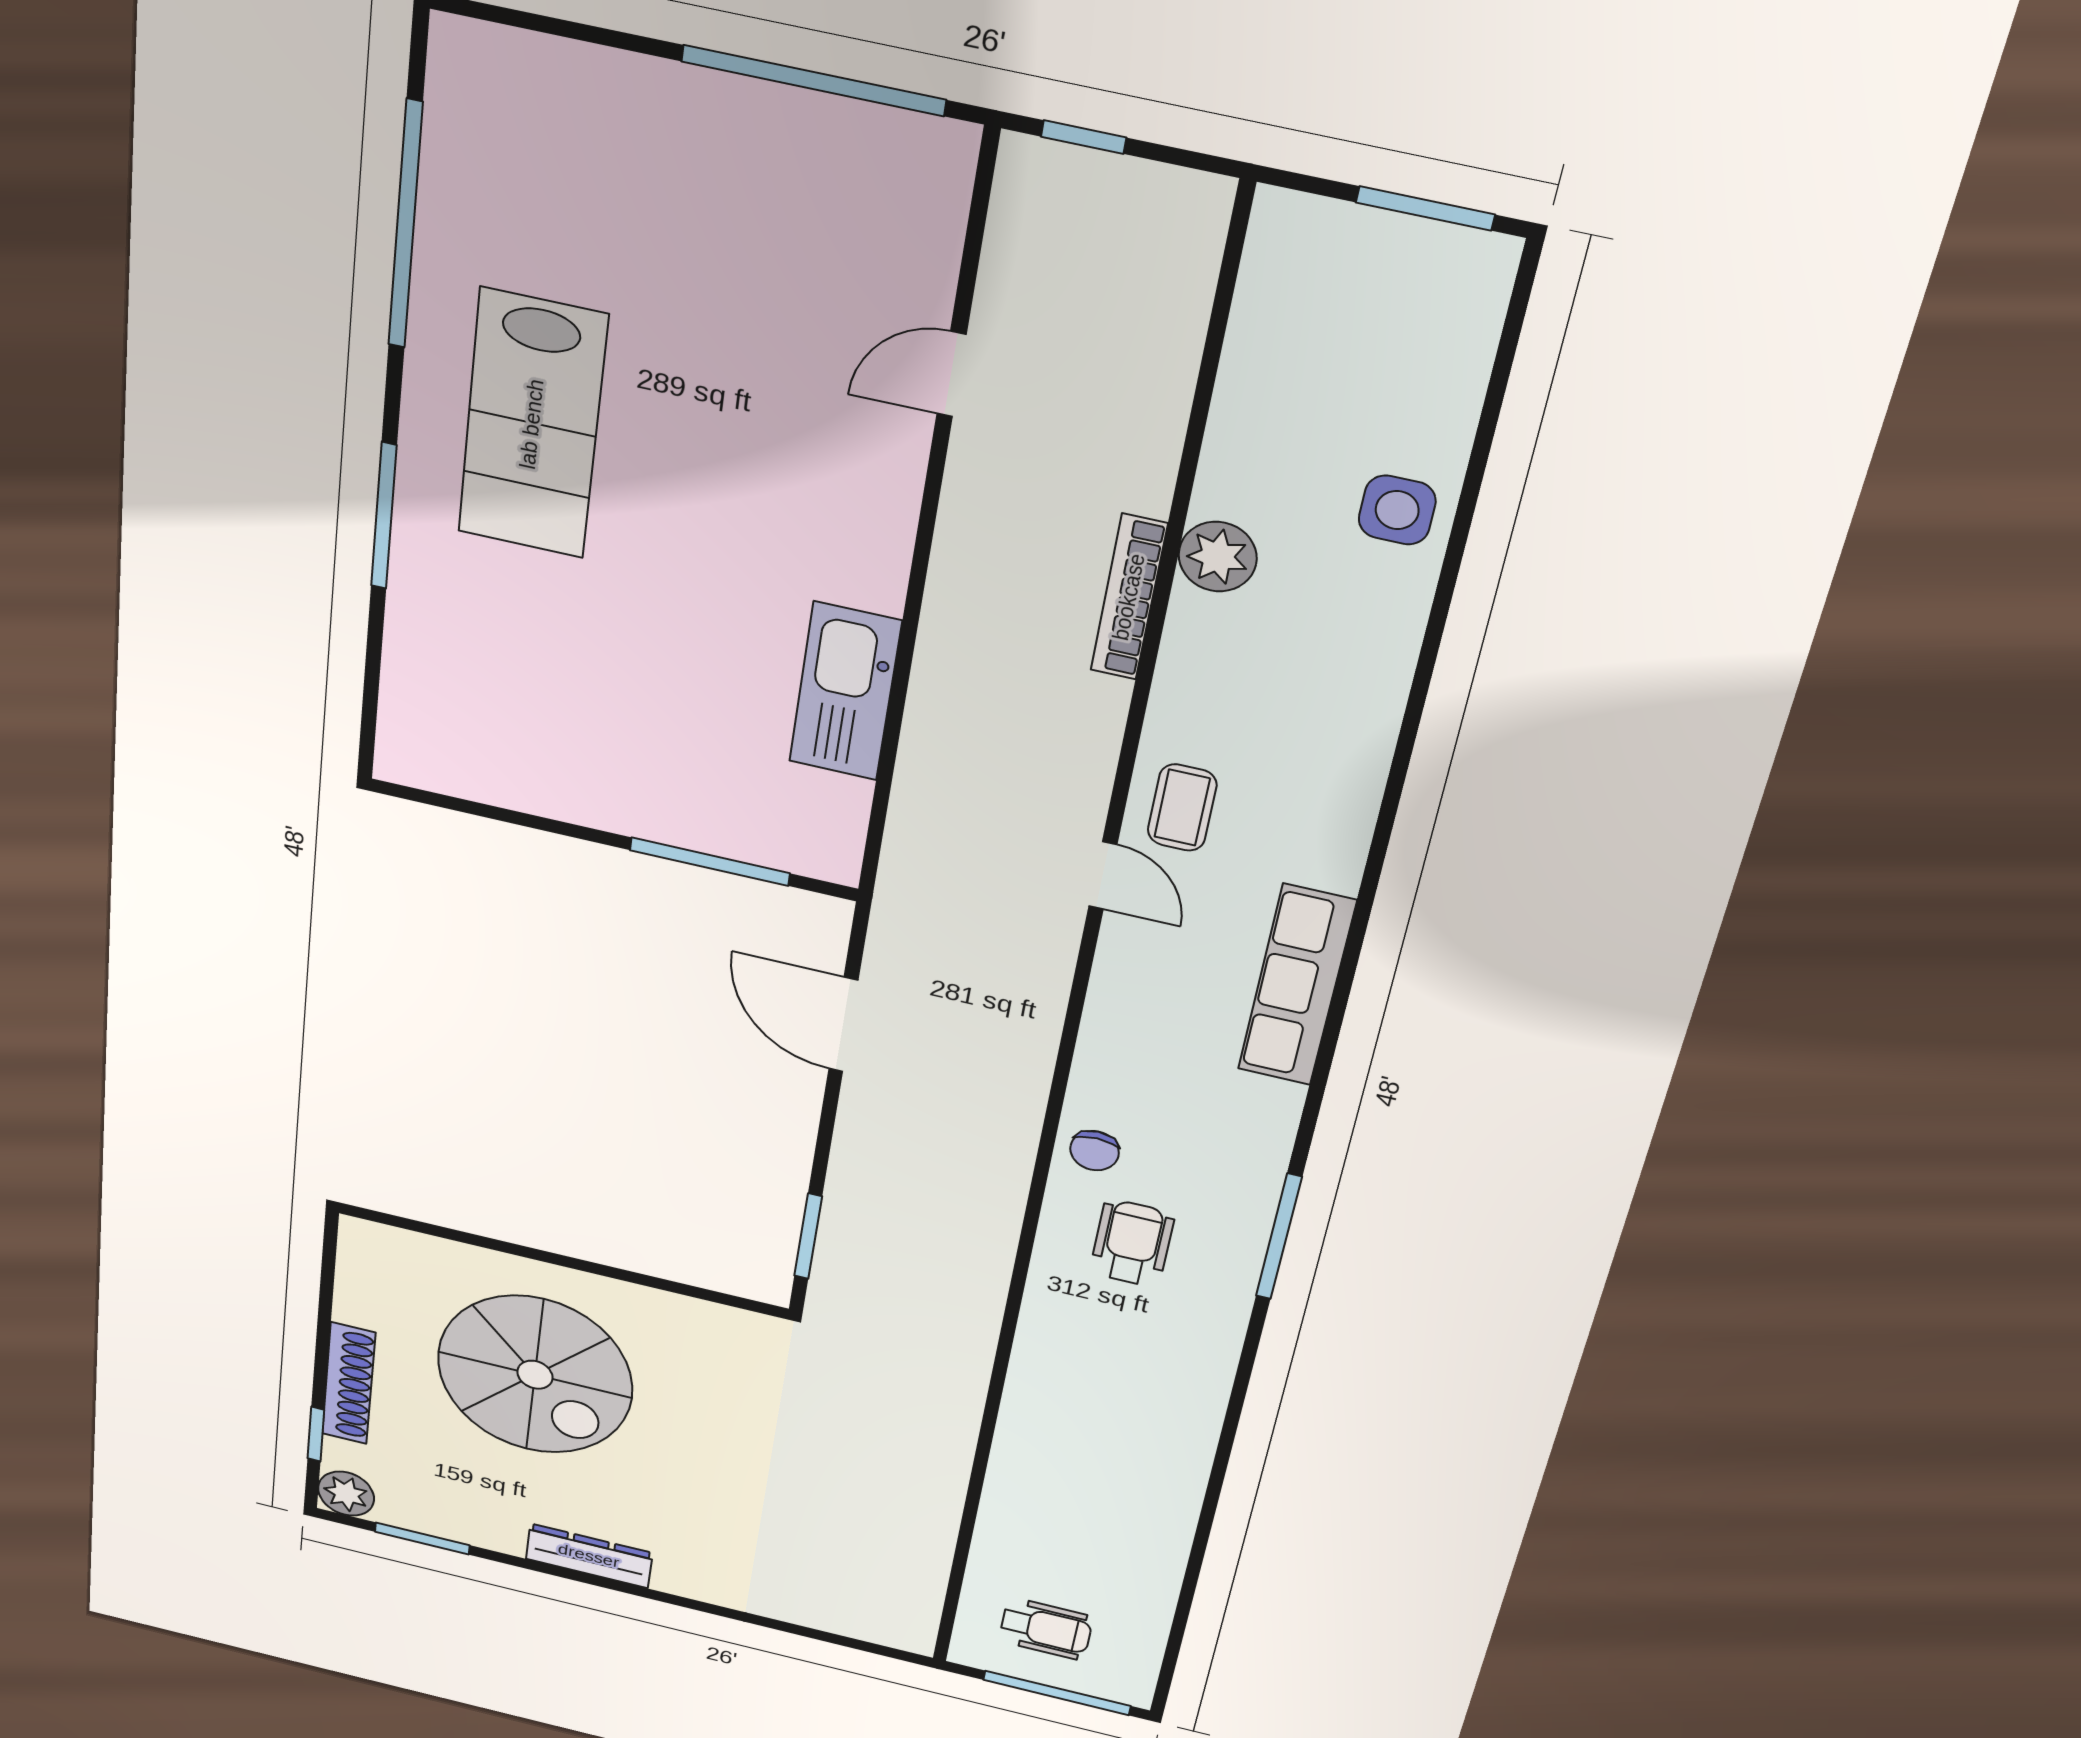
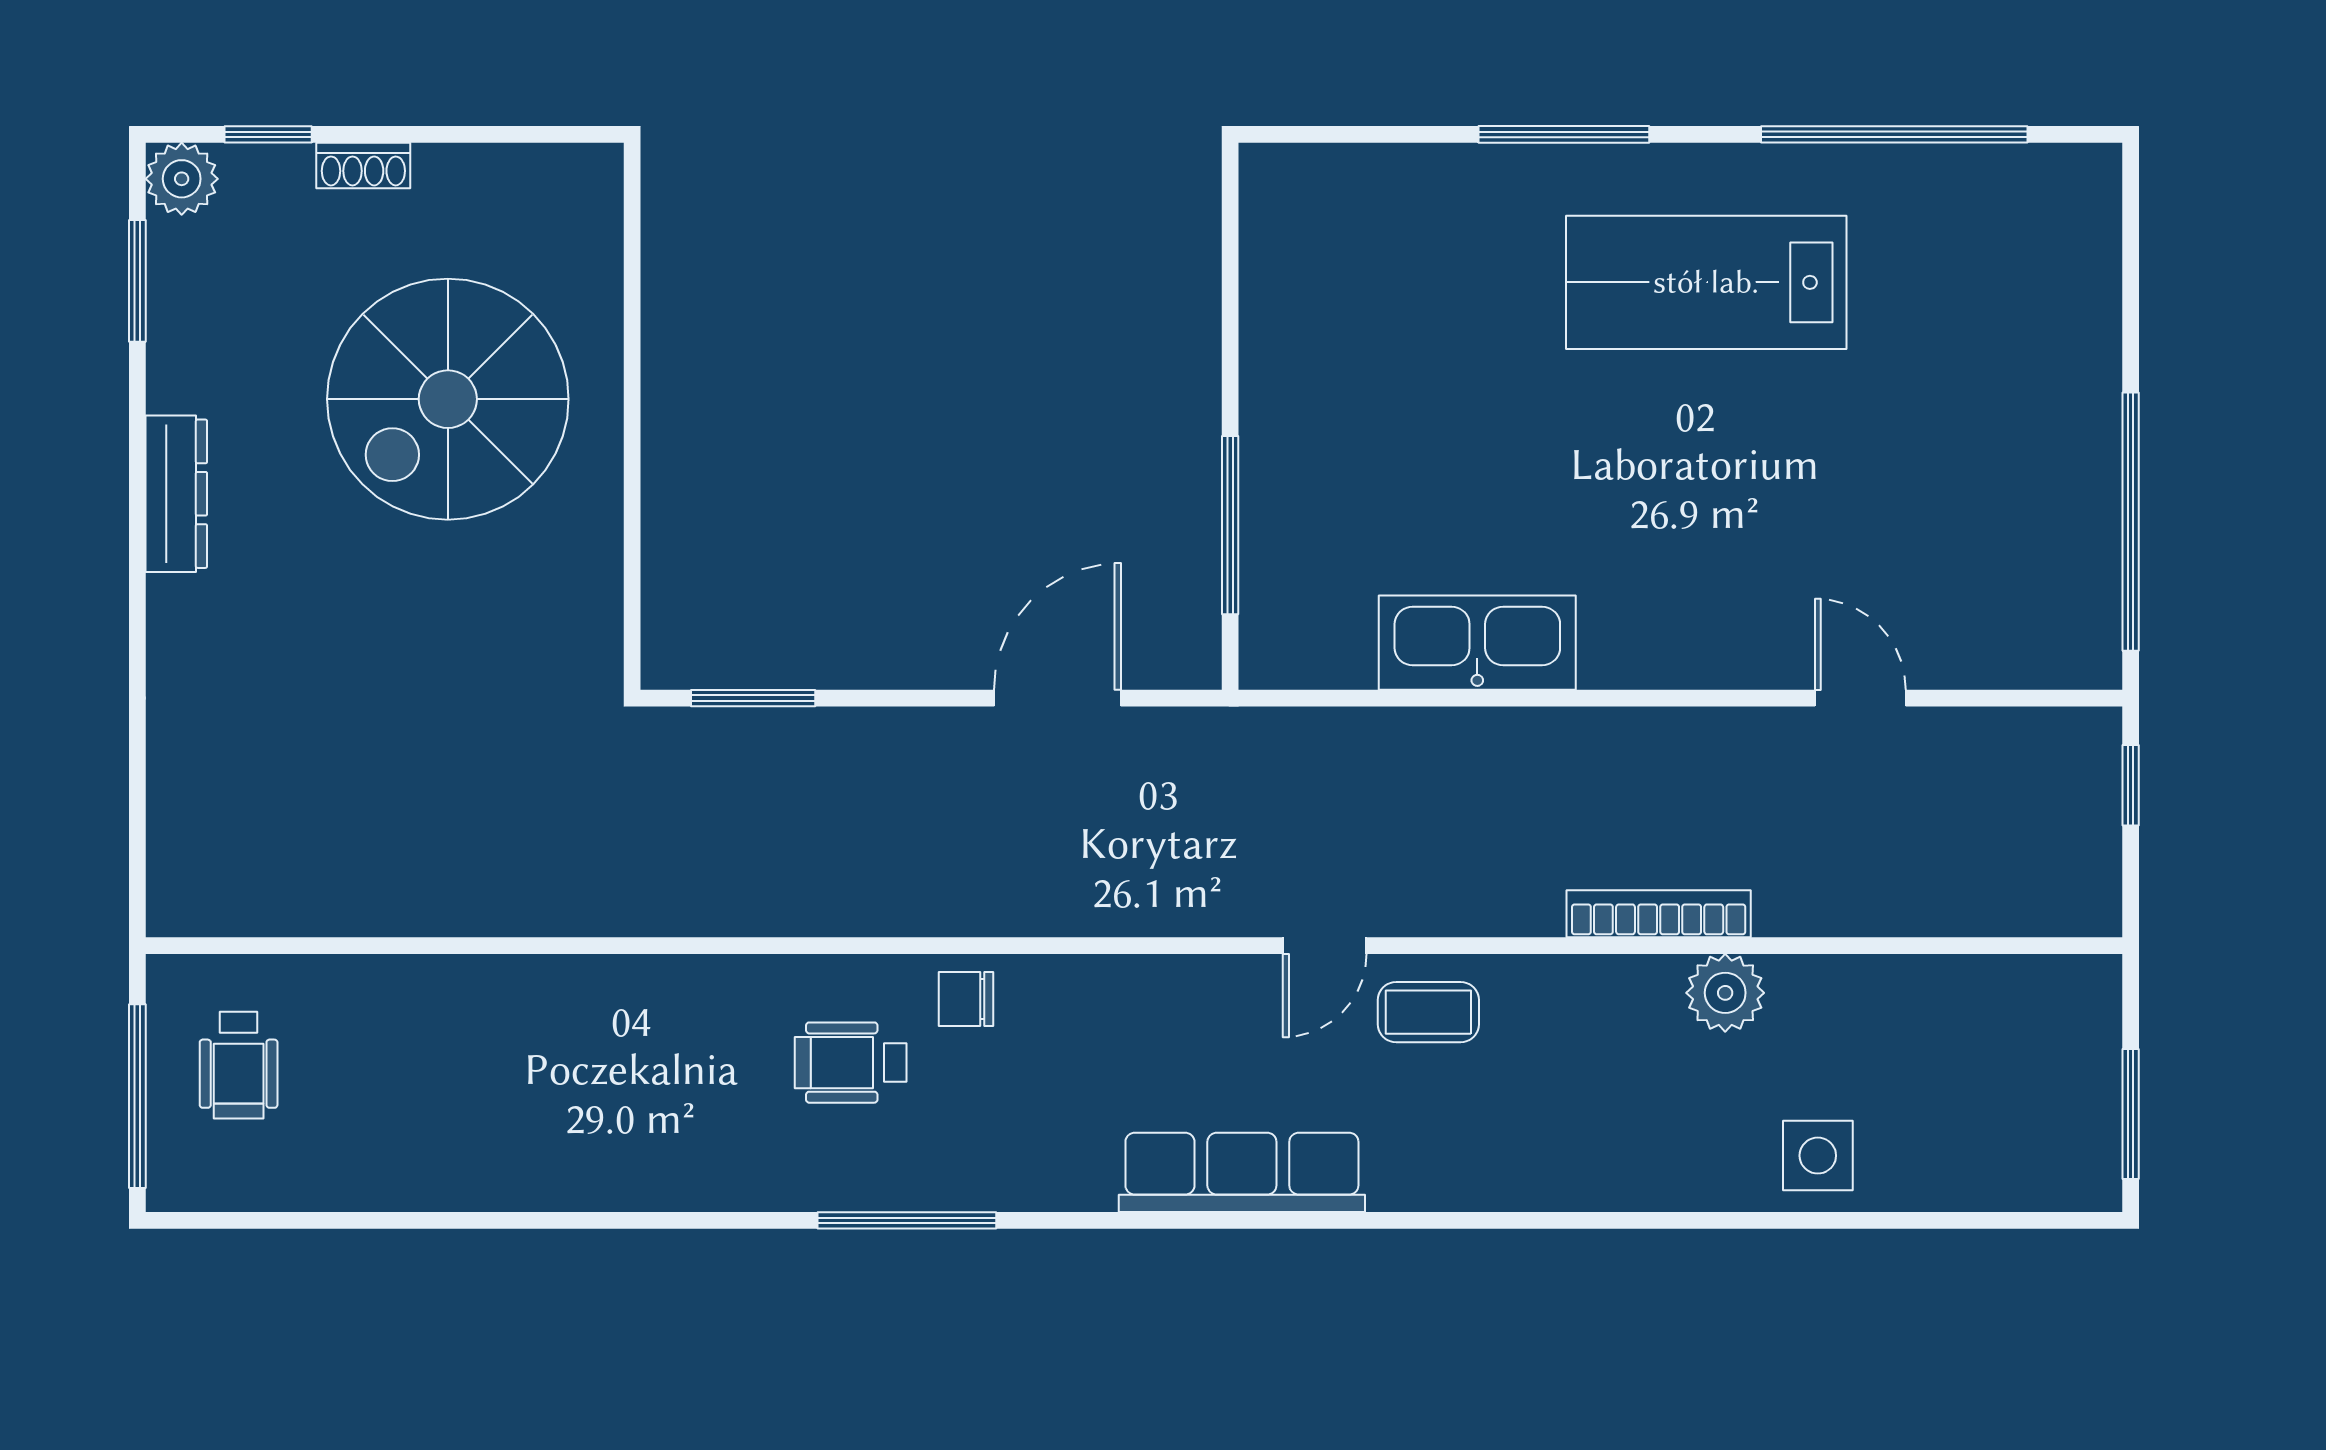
wheelchair: (1132, 1243) -> (851, 1063), turned 180
shoe rack: (349, 1383) -> (363, 165), width x0.51, depth x0.81

